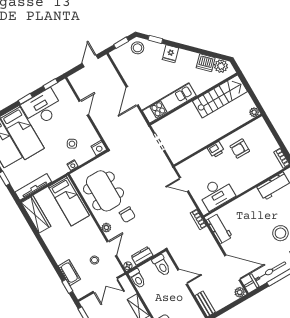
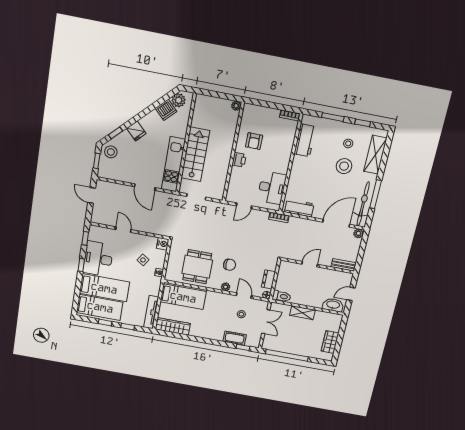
stairs: (220, 96) -> (195, 154), moved
dining table: (104, 191) -> (197, 267), width x0.73
toilet: (161, 265) -> (288, 272), removed

